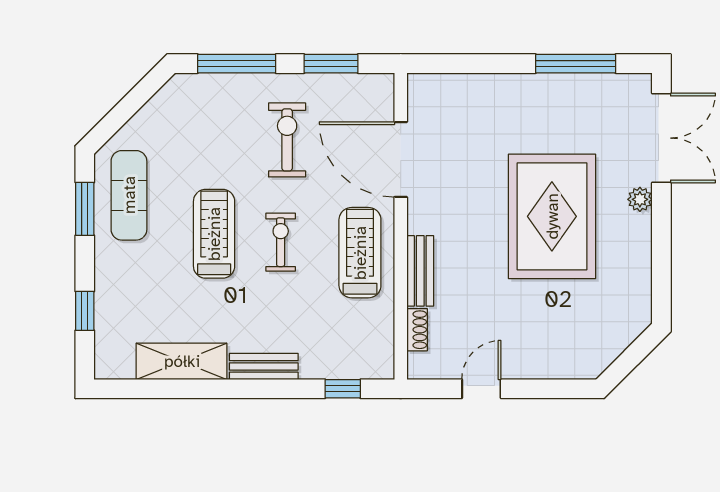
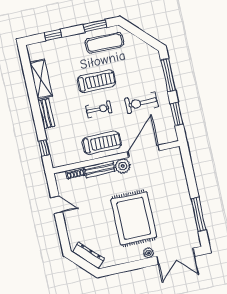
exercise bike: (287, 140) -> (141, 103), turned 180
plant: (425, 215) -> (123, 166), added
rug: (552, 216) -> (134, 218), turned 90
dresser: (615, 341) -> (88, 255), added

